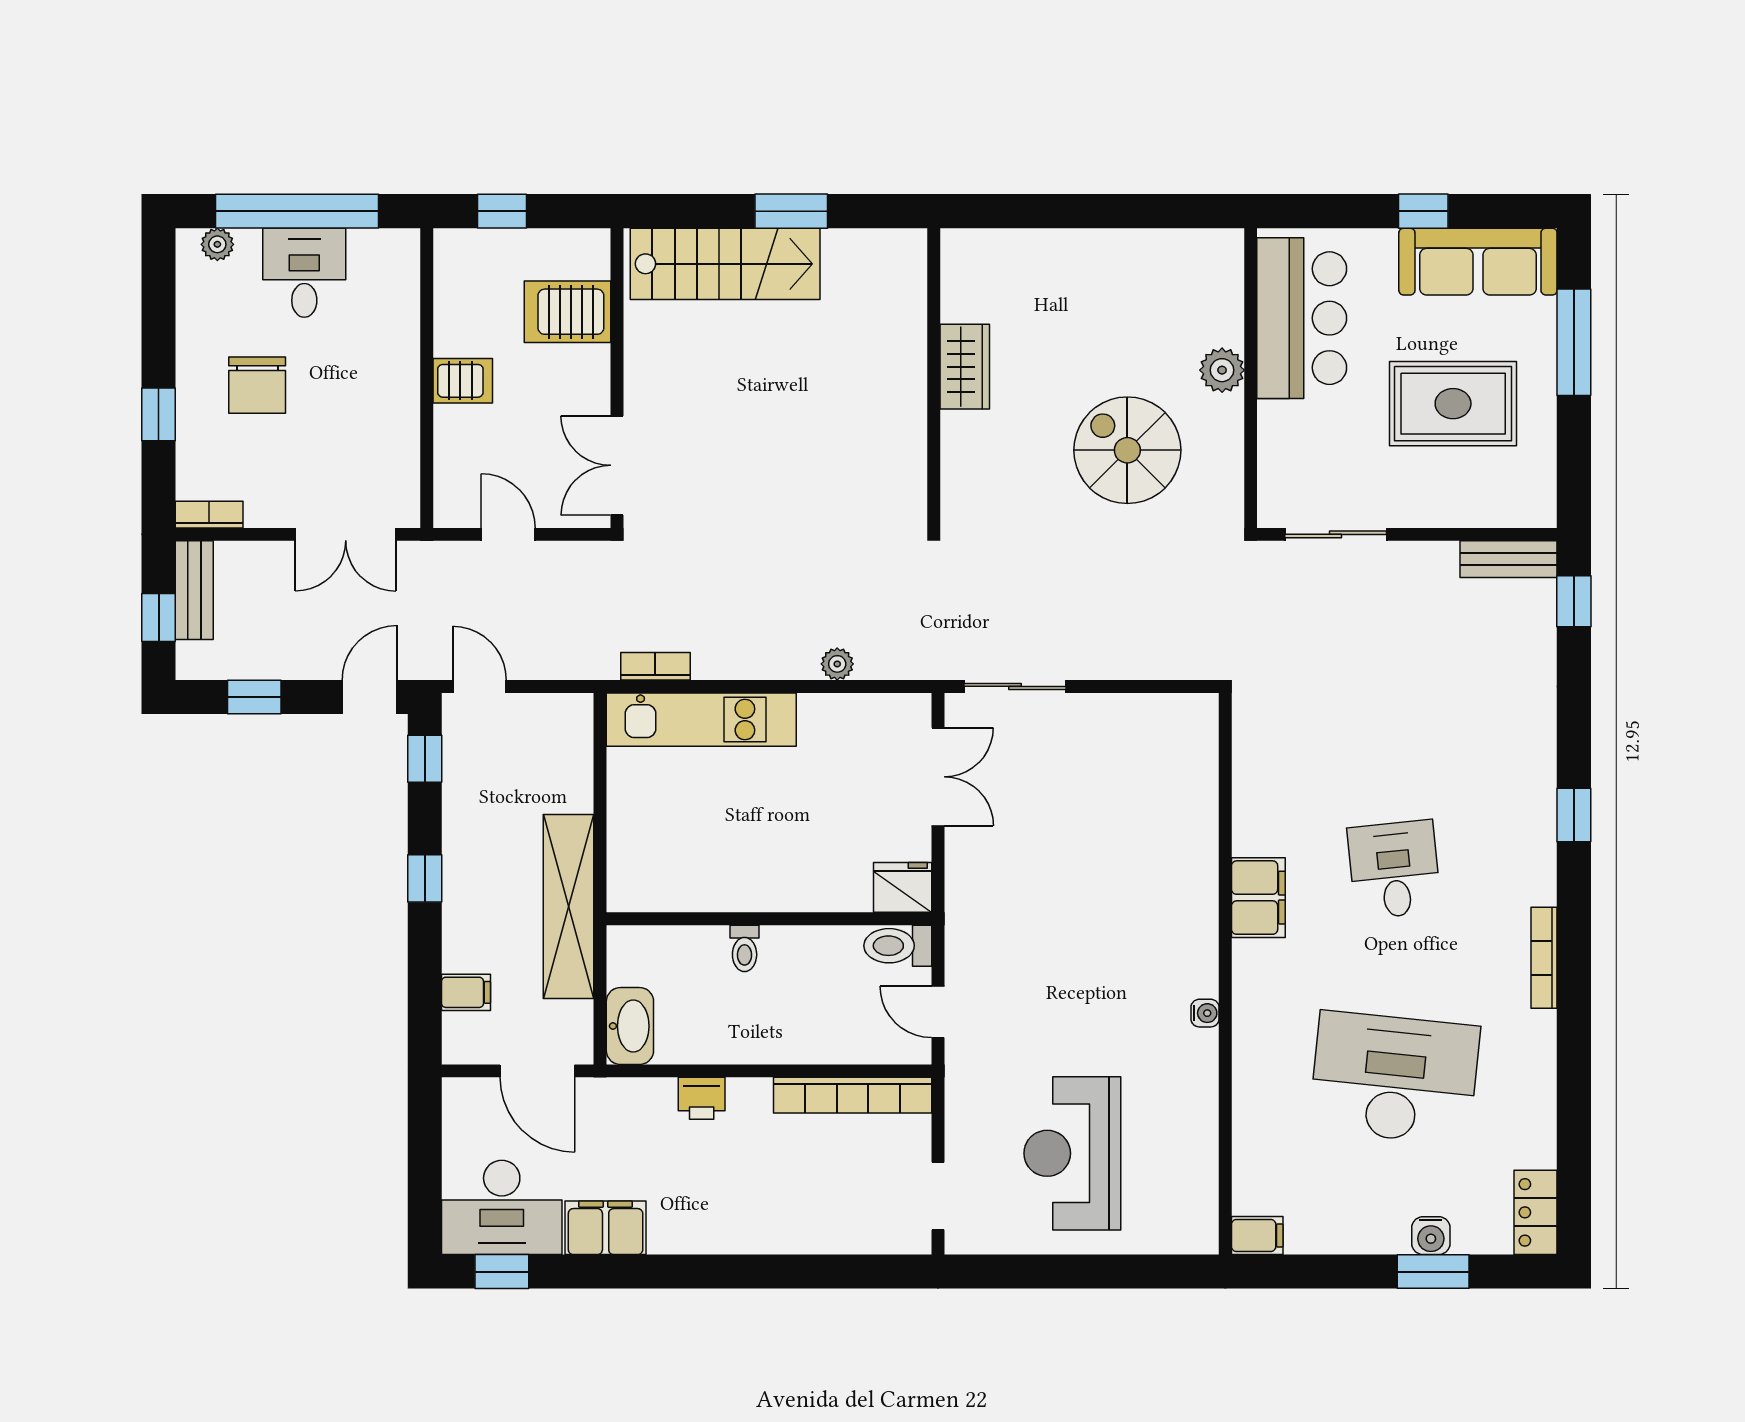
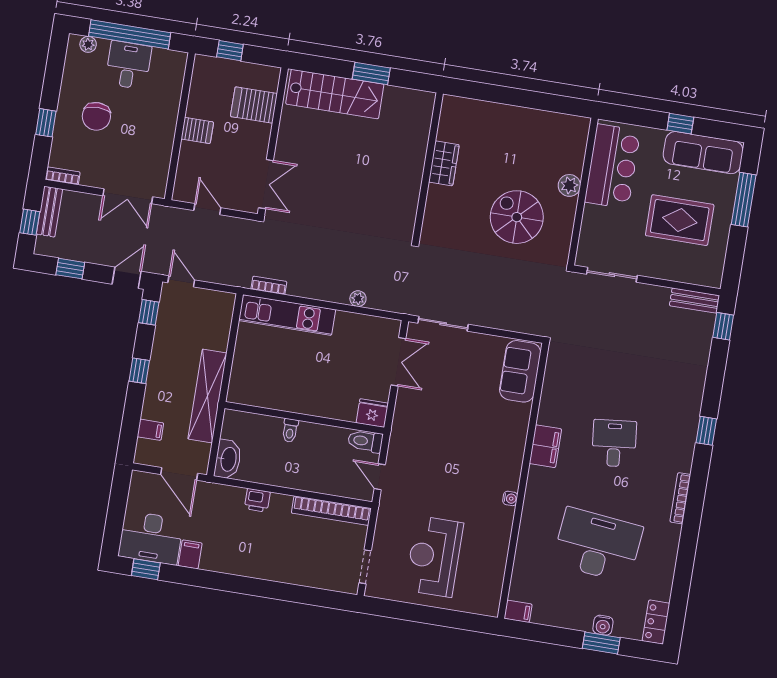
double door: (617, 465) -> (266, 184), swing flipped
sofa: (1184, 756) -> (520, 371), added
filing cabinet: (606, 1228) -> (190, 554), width x0.50

